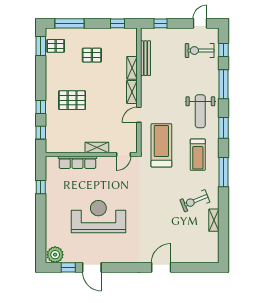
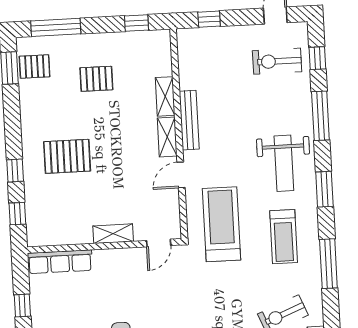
bench: (146, 58) -> (189, 120), moved
row of seats: (77, 162) -> (60, 262), moved

